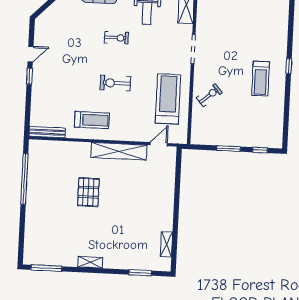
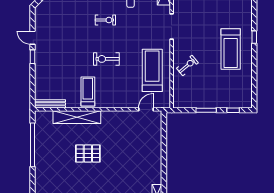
door: (31, 54) -> (33, 38), swing flipped
treadmill: (261, 79) -> (231, 49), width x1.37, depth x1.38
treadmill: (92, 120) -> (88, 92), turned -90
shelving: (119, 151) -> (77, 117), moved
pallet: (88, 192) -> (88, 153), turned 90

